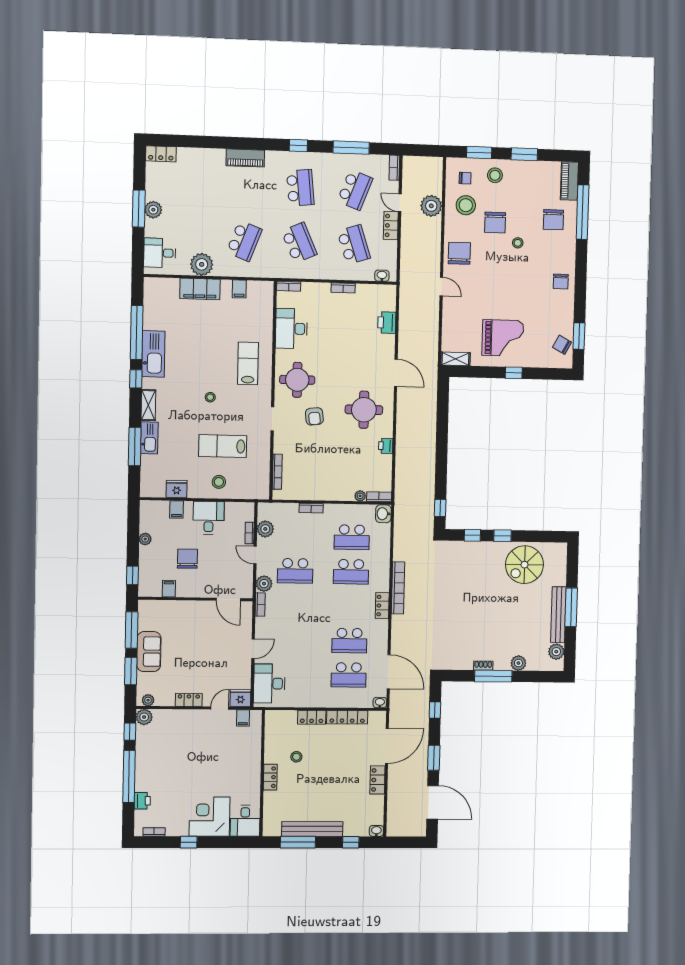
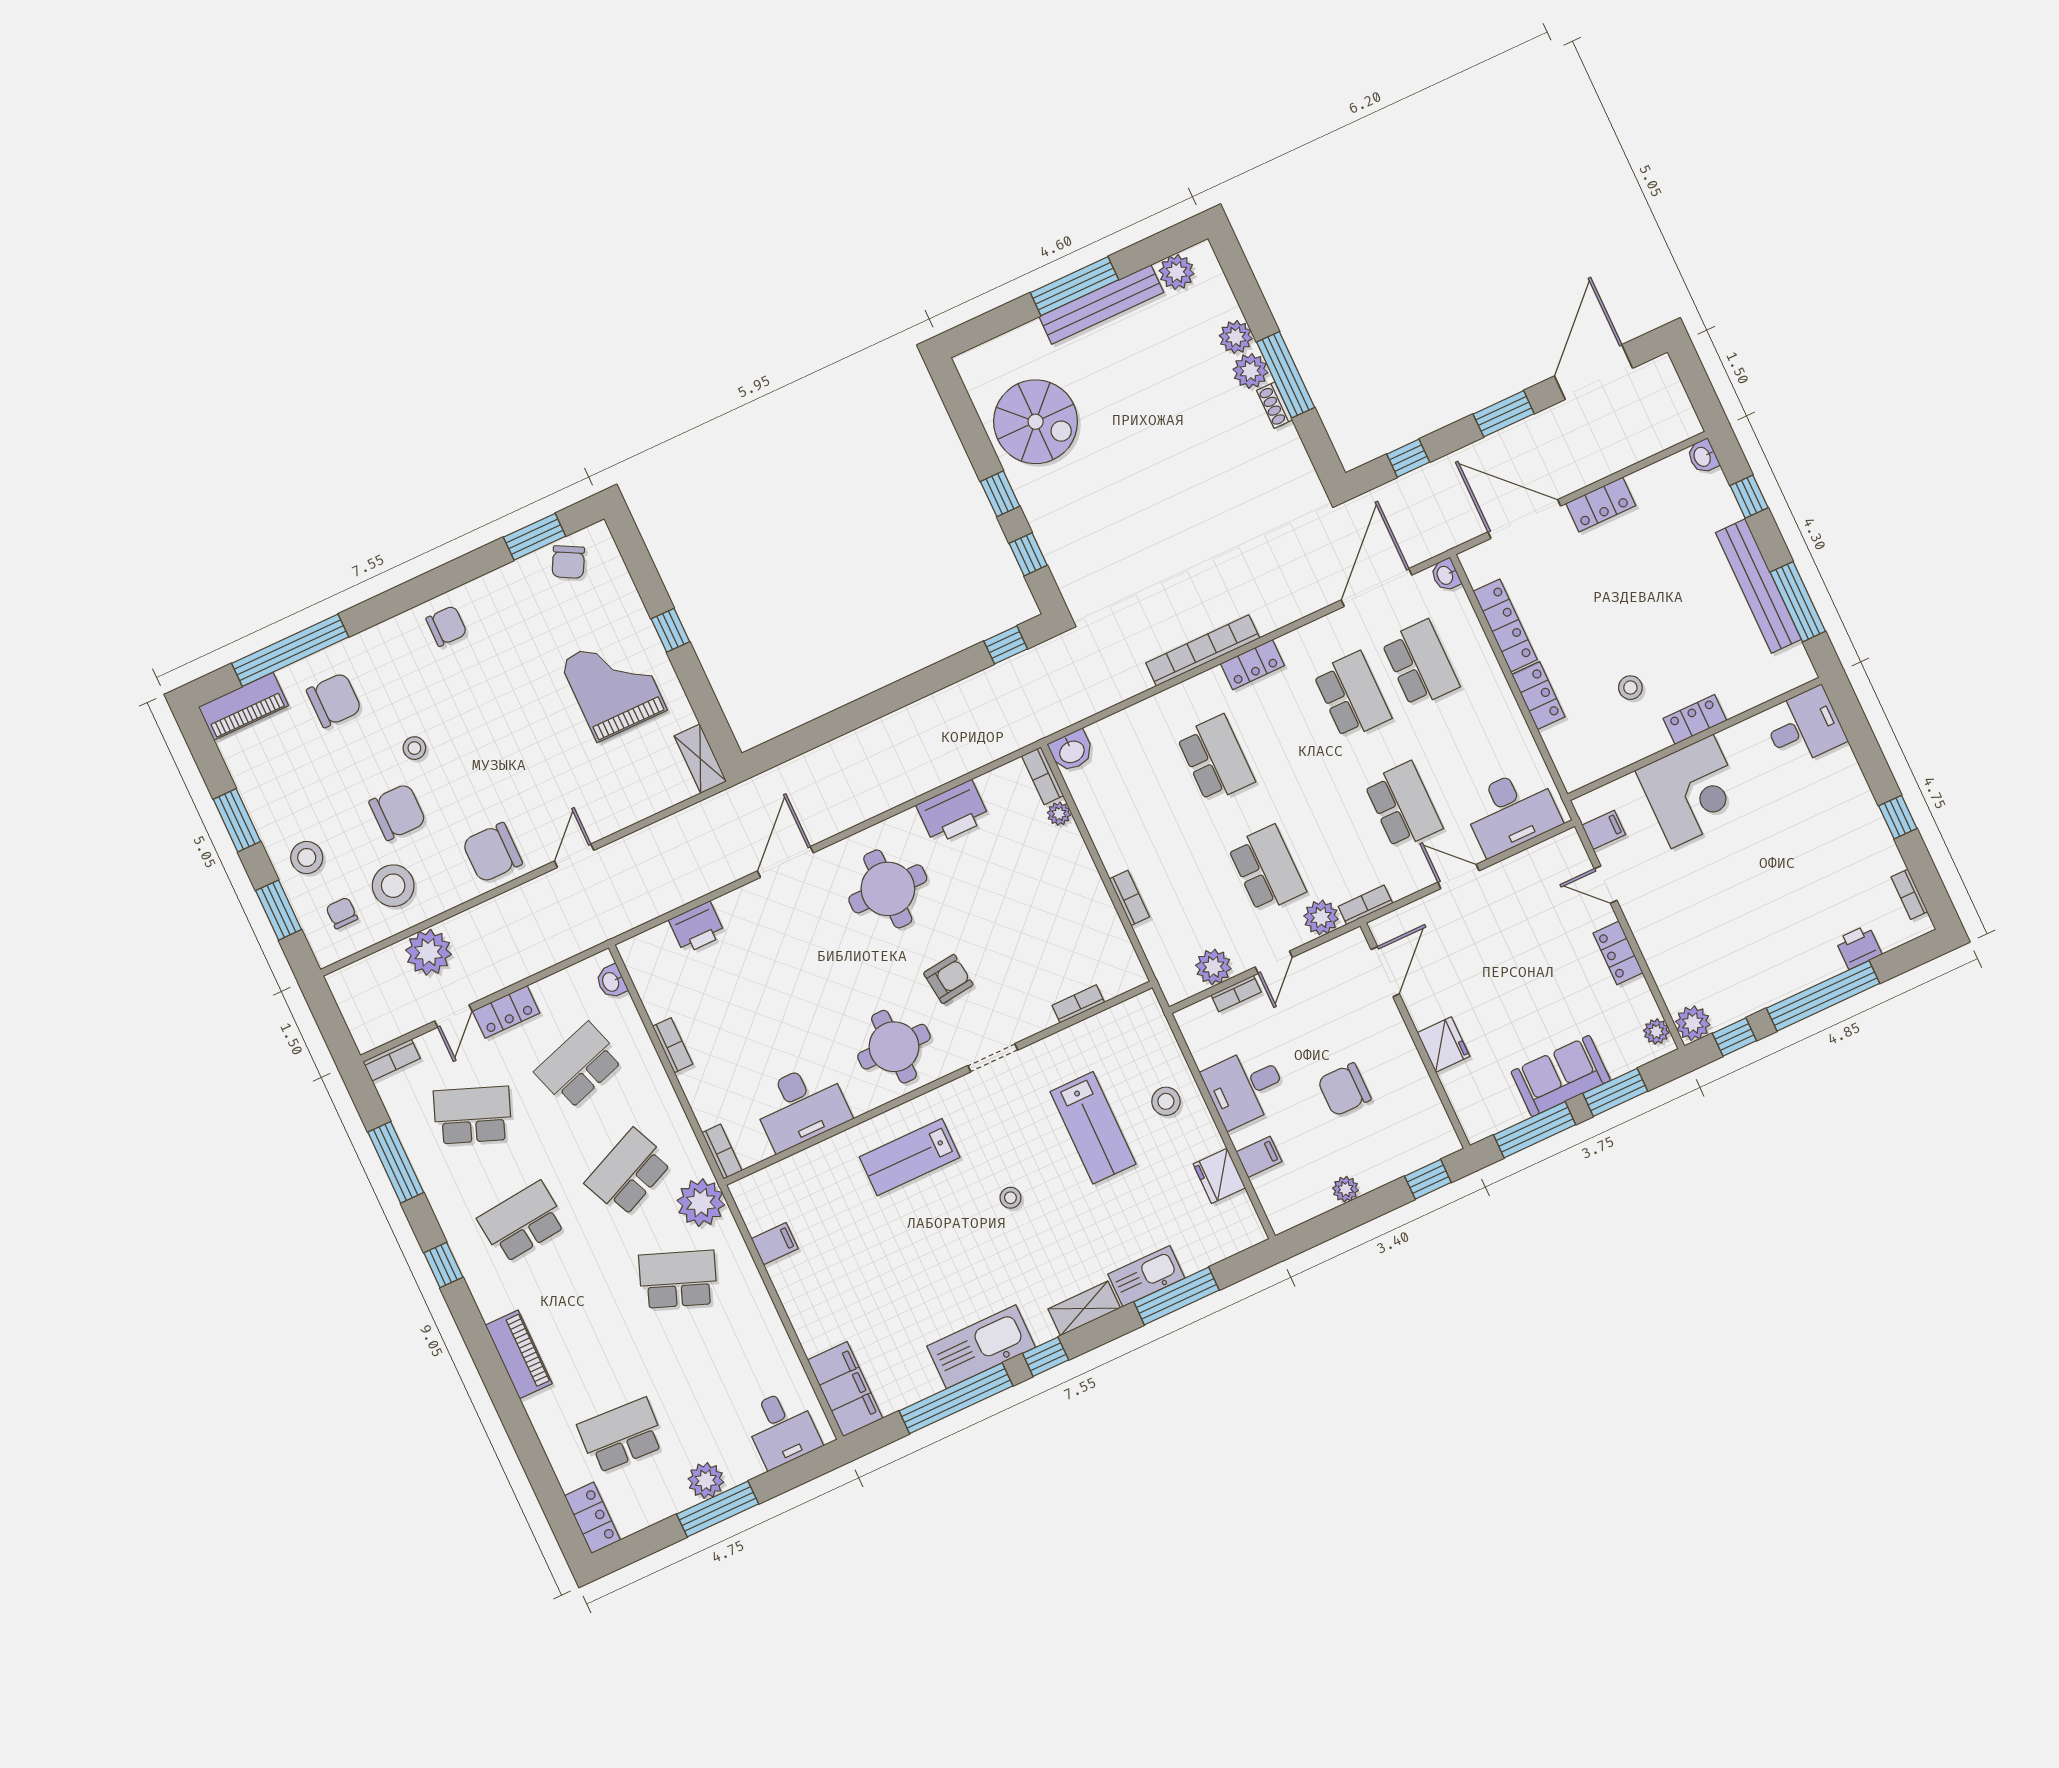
school desk: (190, 184) -> (621, 1435), added
plant: (202, 264) -> (701, 1203), moved
filing cabinet: (200, 289) -> (845, 1389), moved
printer: (386, 446) -> (953, 812), width x1.87, depth x1.48
bookcase: (277, 472) -> (1078, 1004), width x0.64
school desk: (352, 537) -> (1403, 806), moved
filing cabinet: (169, 589) -> (1420, 1097), removed
plant: (502, 662) -> (1250, 371), added
fridge: (240, 698) -> (1443, 1045), moved, turned 180
corner desk: (209, 817) -> (1692, 791), moved, turned -90

